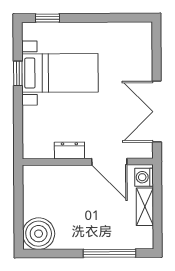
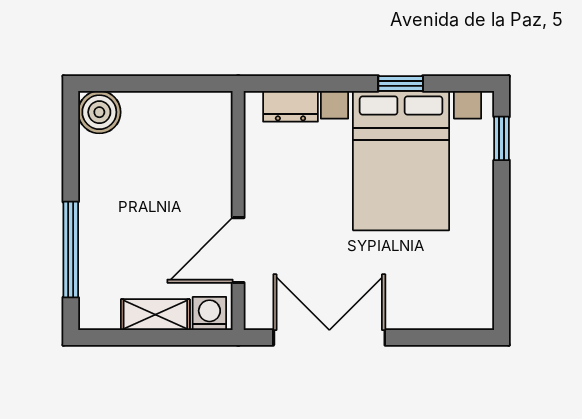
bed with nightstands: (60, 73) -> (401, 161), width x1.36
dresser: (69, 150) -> (290, 106), moved, turned 90
boiler: (39, 234) -> (99, 112), width x0.73, depth x0.73

